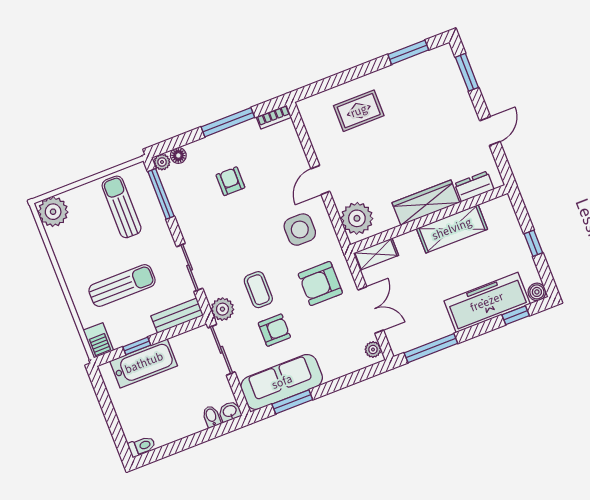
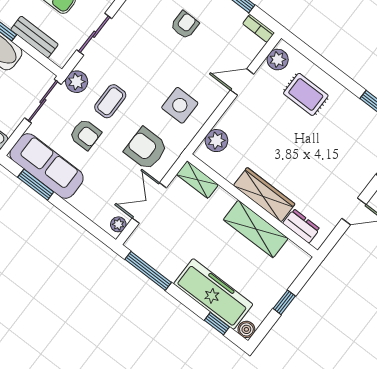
plant: (312, 117) -> (278, 60), added
door: (320, 180) -> (242, 82), moved
plant: (357, 218) -> (216, 141), width x0.73, depth x0.73
double door: (371, 310) -> (149, 203), swing flipped
bench: (177, 316) -> (34, 37), moved

